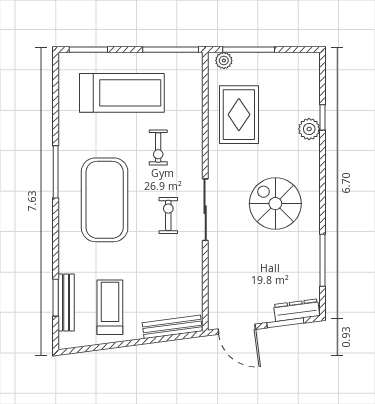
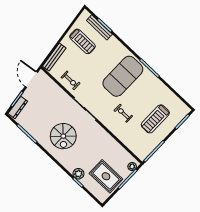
treadmill: (122, 93) -> (155, 119), width x0.73, depth x0.73
rug: (239, 115) -> (106, 176), moved
exercise mat: (105, 200) -> (123, 76), turned 90
spiral stairs: (275, 204) -> (63, 136), turned 90
exercise bike: (168, 215) -> (71, 80), moved
door: (237, 329) -> (31, 79), hinge flipped

